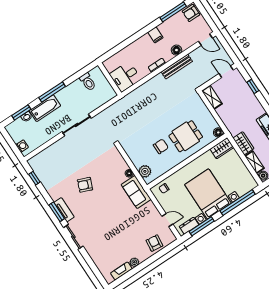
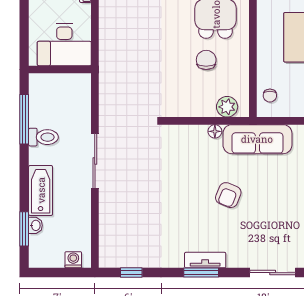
desk: (125, 77) -> (64, 45), width x1.37
toilet: (88, 82) -> (43, 137), moved
window: (52, 92) -> (24, 119), moved
armchair: (85, 185) -> (228, 195), moved
sofa: (136, 192) -> (257, 139), width x1.36
sliding door: (73, 237) -> (273, 273), moved

